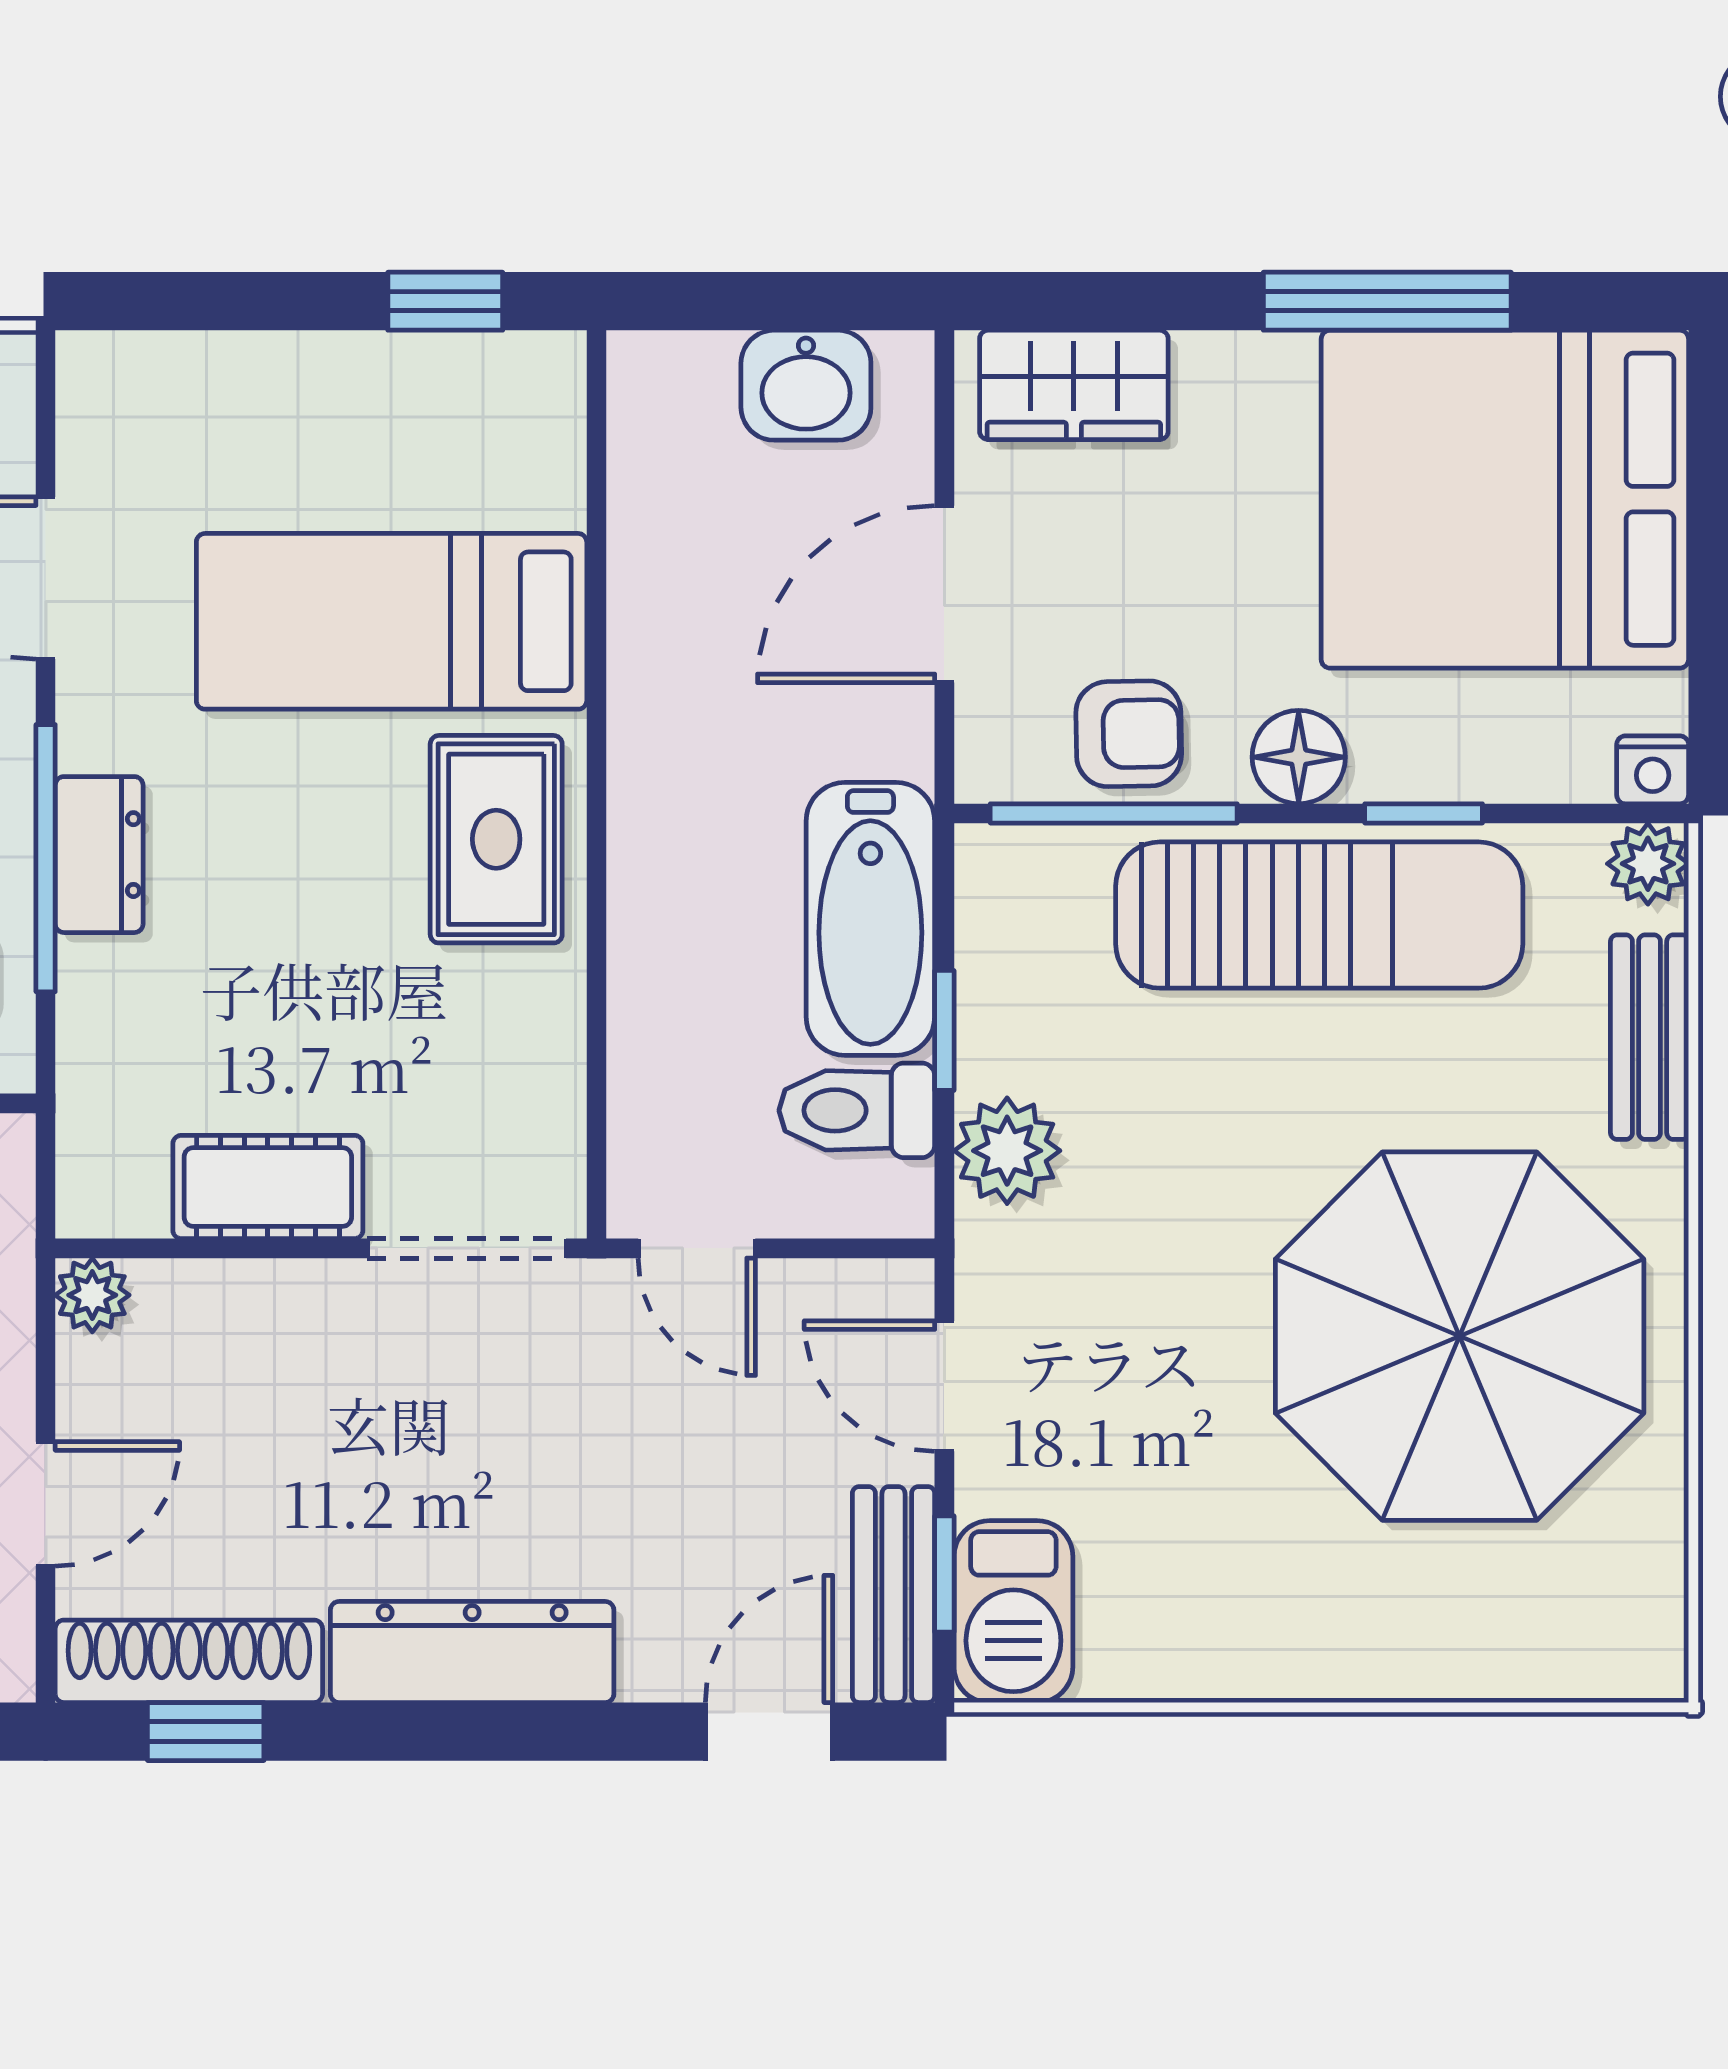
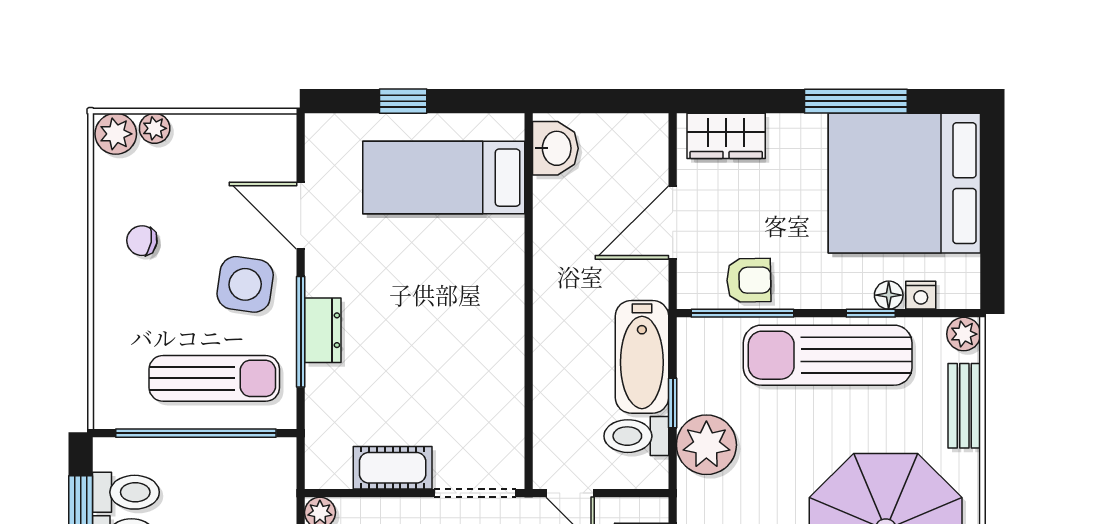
window: (445, 301) -> (403, 101), moved
washbasin: (806, 385) -> (555, 148), moved, turned -90
bed: (392, 621) -> (444, 178), moved
floor lamp: (1299, 757) -> (889, 295), moved, width x0.73, depth x0.73
nightstand: (1653, 770) -> (921, 295), moved
rug: (496, 839) -> (487, 324), removed
sun lounger: (1319, 915) -> (828, 355), turned 180
plant: (1007, 1151) -> (706, 445), width x1.36, depth x1.36

